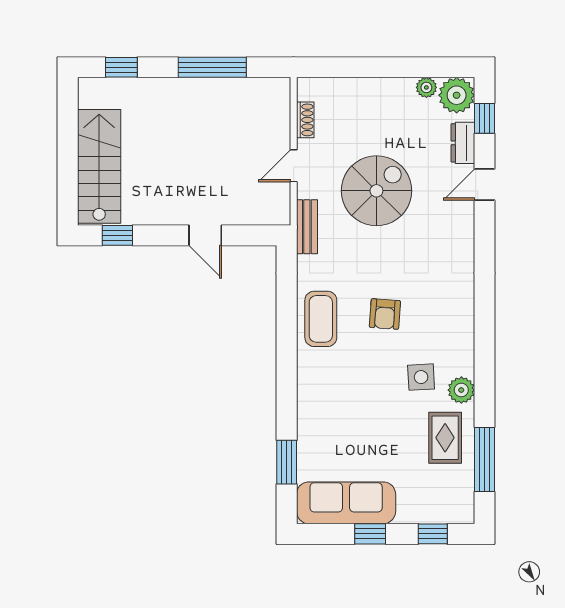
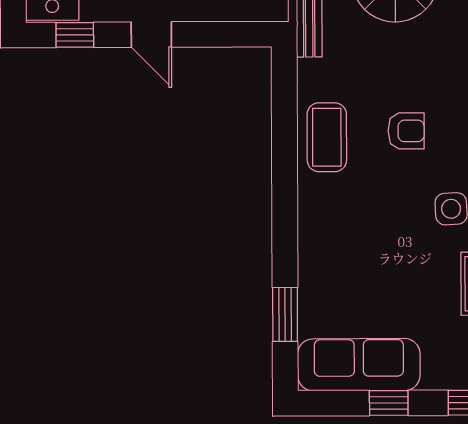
door: (205, 235) -> (151, 35), moved
armchair: (385, 314) -> (406, 131), turned -94

